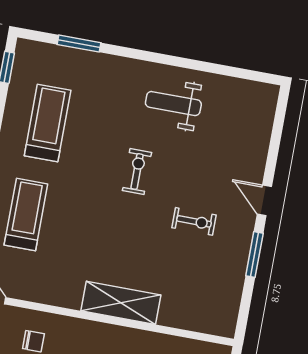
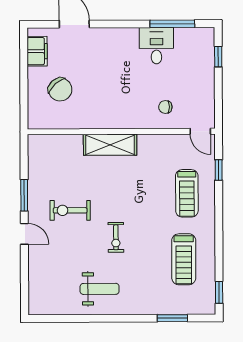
exercise bike: (194, 221) -> (70, 210), width x1.38, depth x1.39

